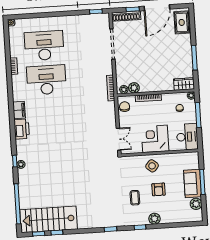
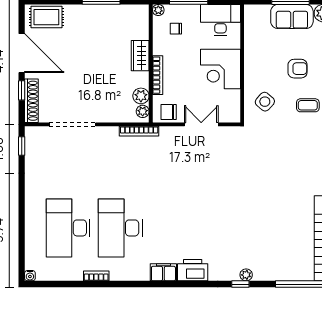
wardrobe: (184, 84) -> (140, 56), moved
double door: (119, 139) -> (201, 124), moved
side table: (152, 166) -> (265, 102), moved

